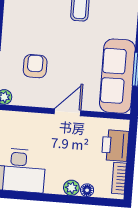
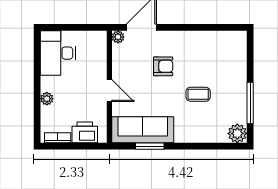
armchair: (35, 66) -> (163, 66), moved
floor lamp: (87, 190) -> (46, 112), removed

